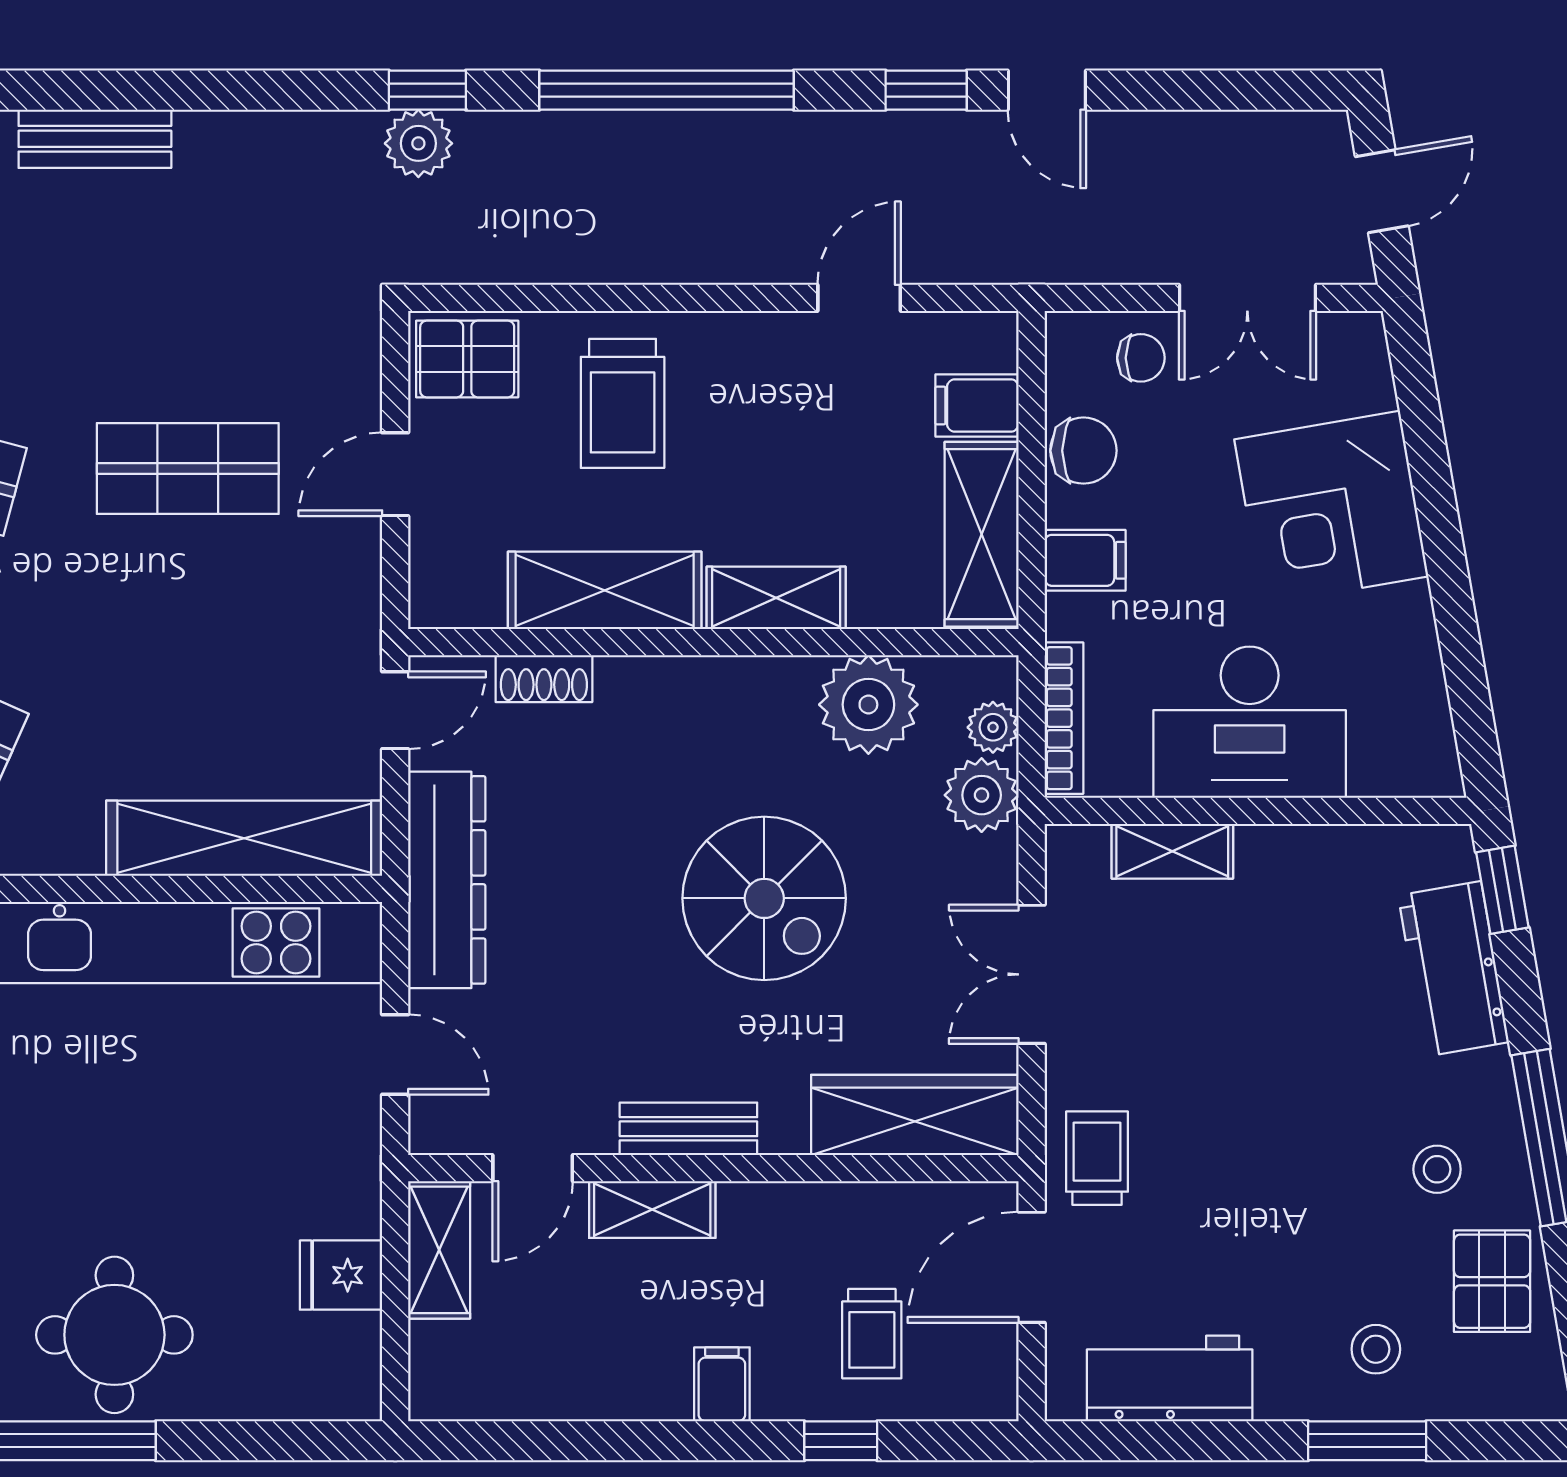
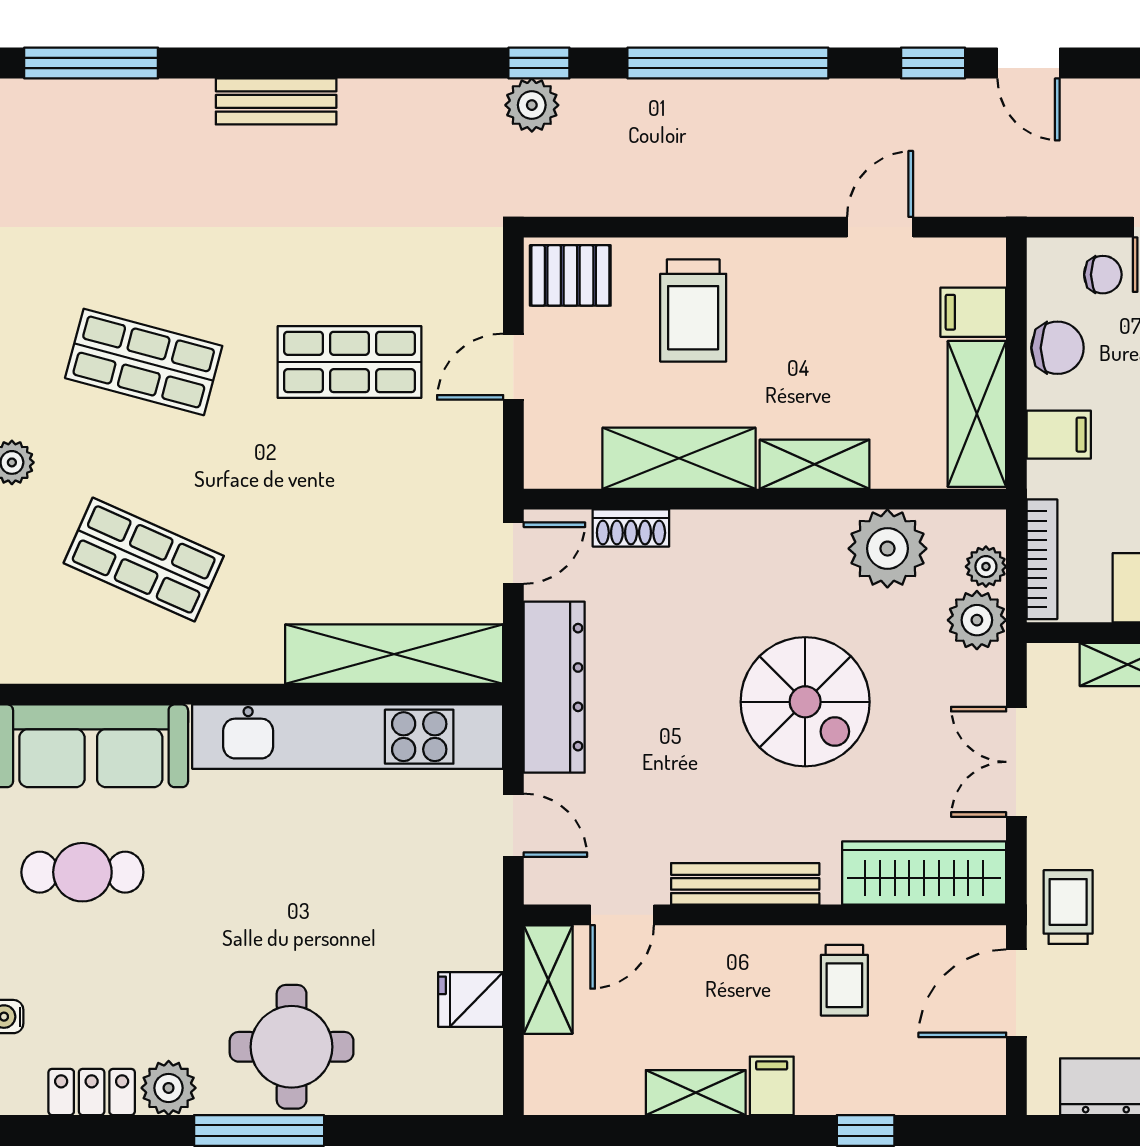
bench: (688, 1129) -> (745, 884), width x1.36
shelving: (652, 1209) -> (696, 1093), moved
trolley: (872, 1334) -> (844, 980), moved

